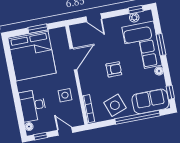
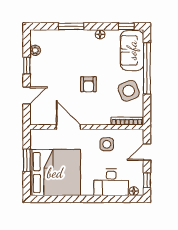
window: (136, 10) -> (27, 66), moved
corner sofa: (142, 46) -> (69, 48), removed
armchair: (114, 69) -> (88, 84), turned 180

